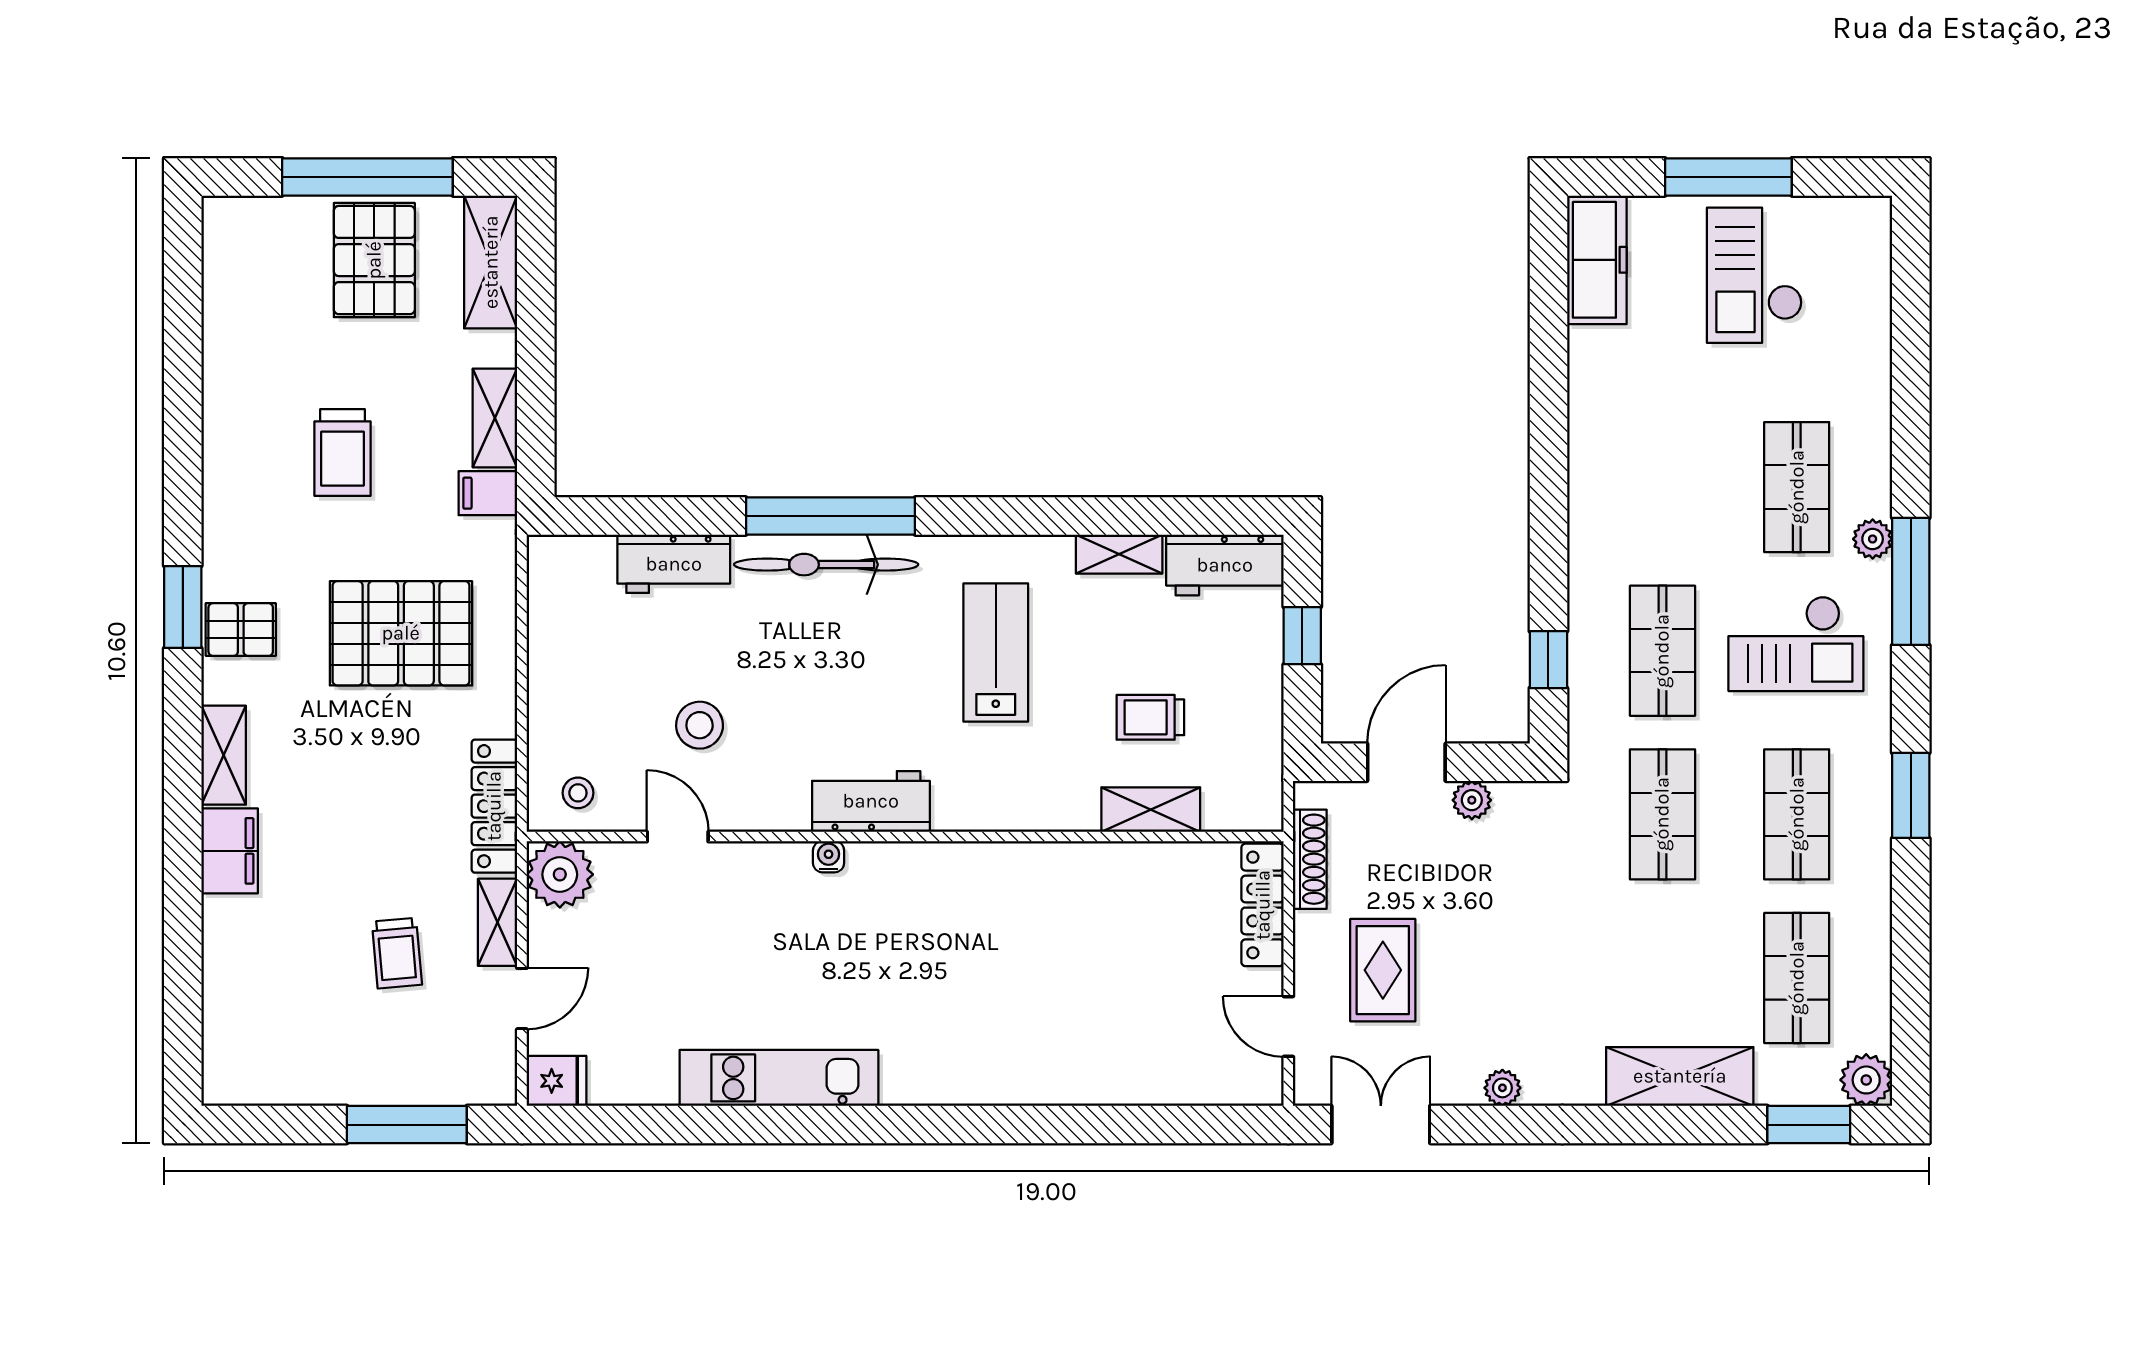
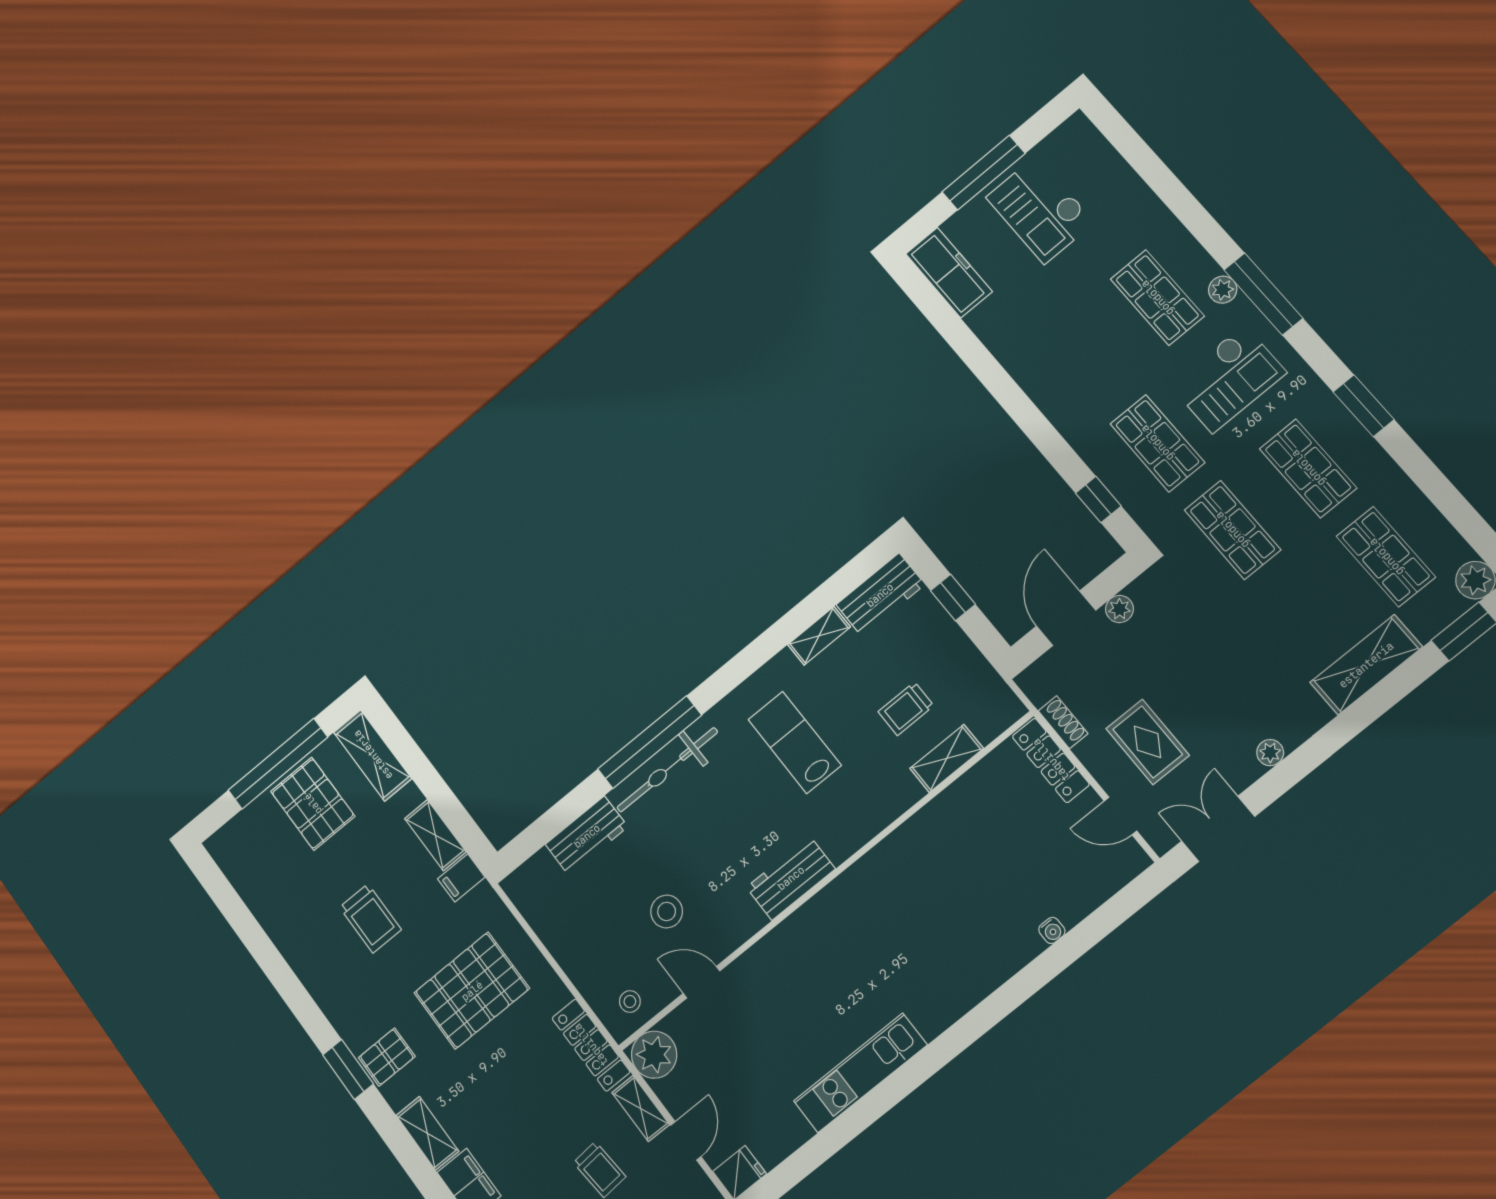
water cooler: (829, 857) -> (1052, 930), moved, turned 180
shoe rack: (1310, 859) -> (1063, 722), width x0.70

